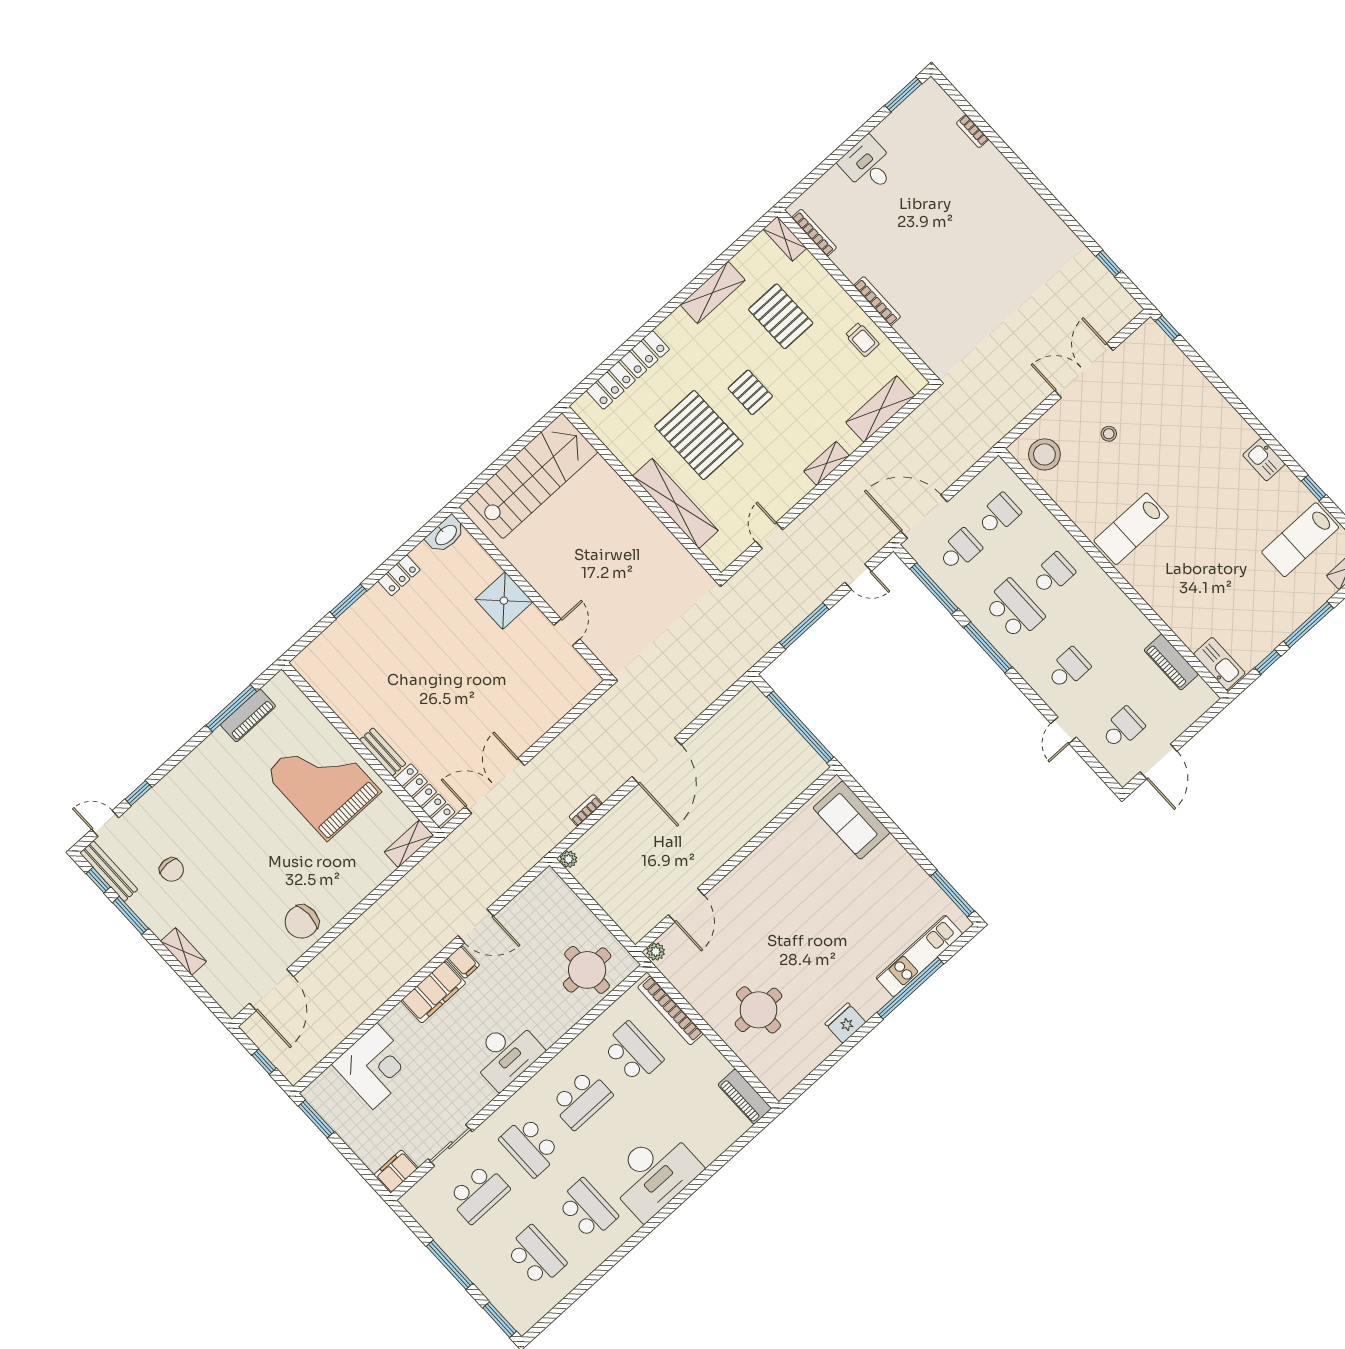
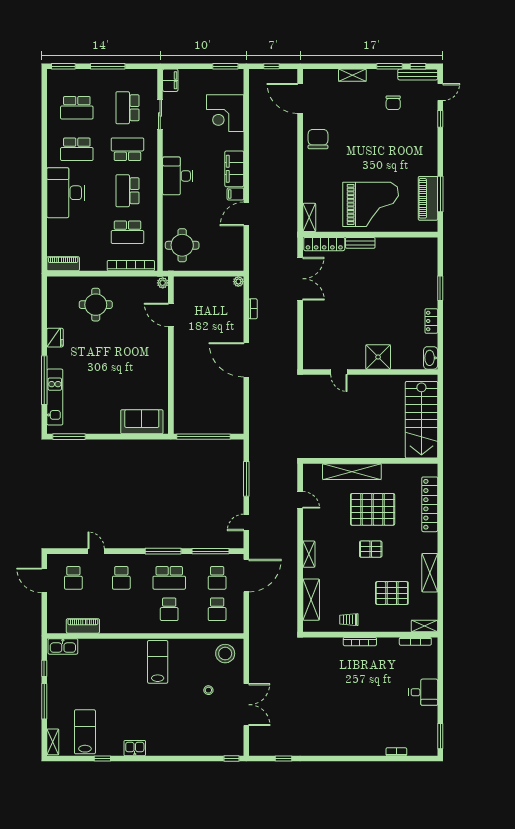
piano: (248, 715) -> (428, 198), width x1.37, depth x1.33
chair: (172, 870) -> (393, 103), turned -90

